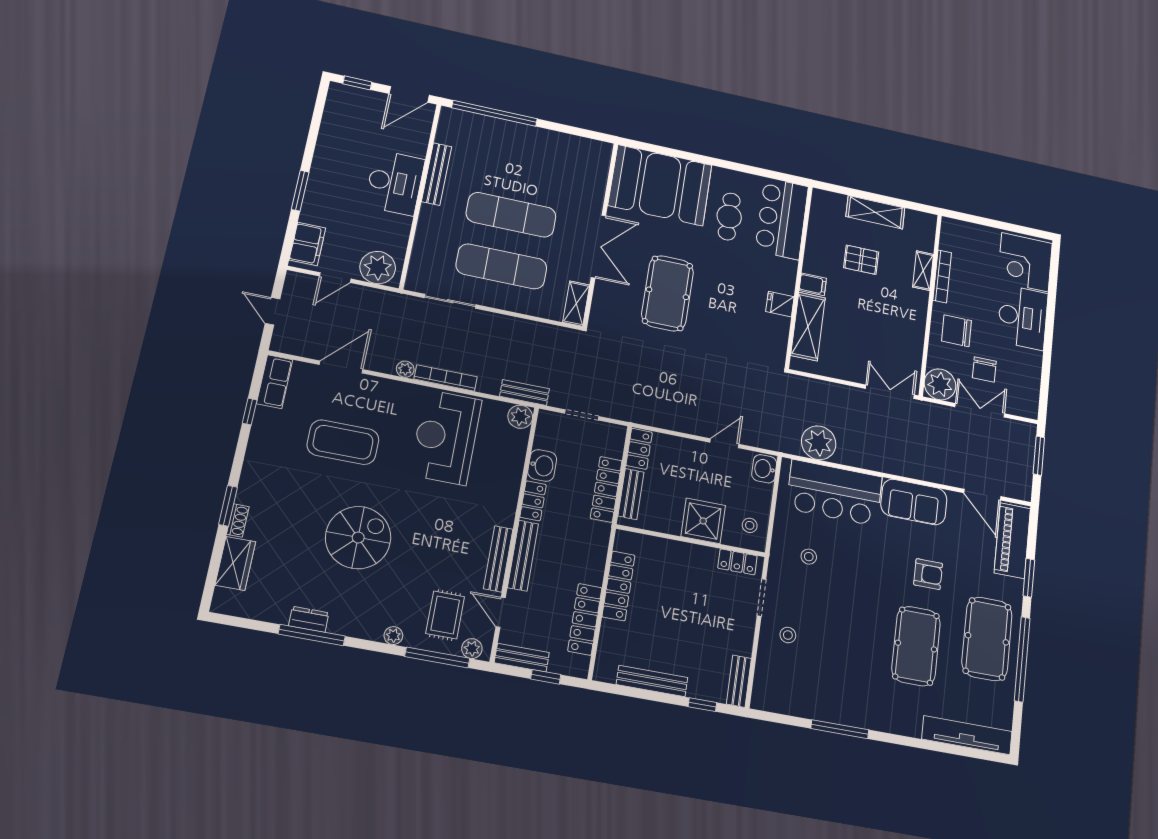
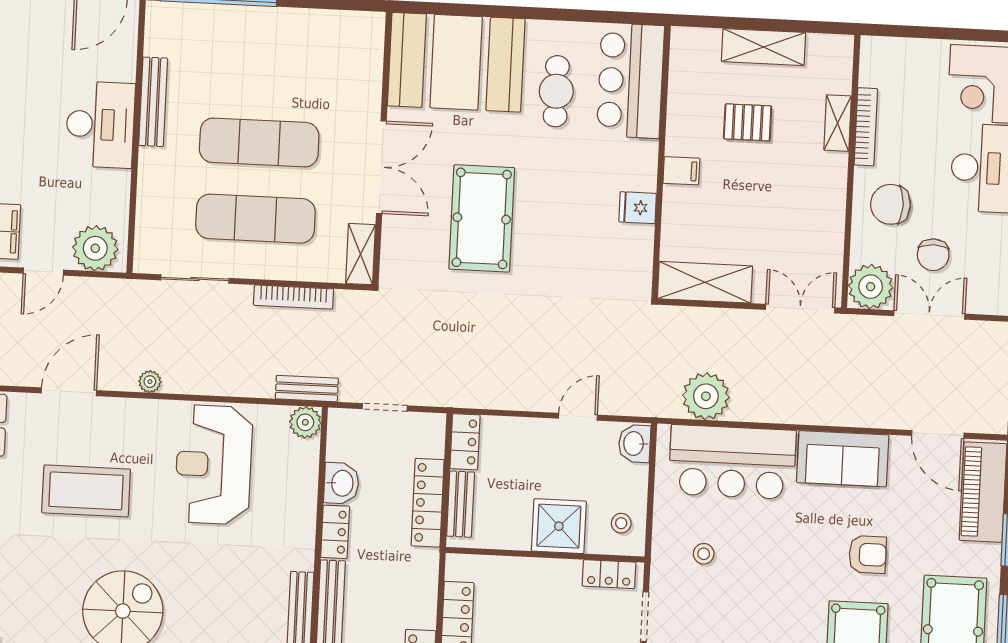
shelving: (808, 326) -> (705, 282), moved, turned 90
bookcase: (446, 378) -> (294, 297), moved, turned 180

